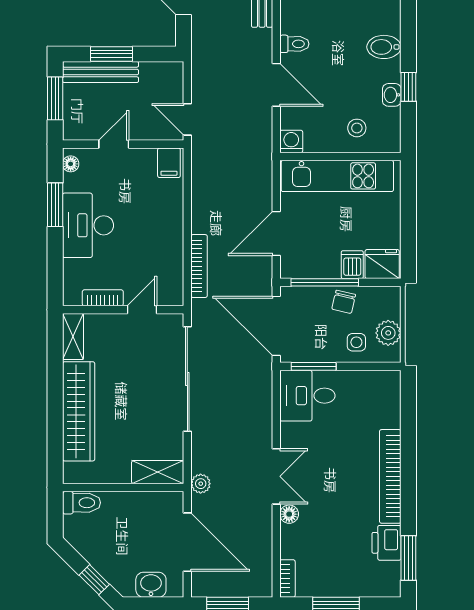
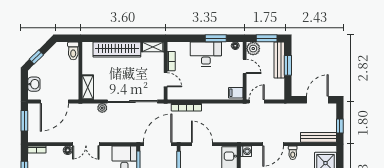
plant: (77, 126) -> (253, 49), added
plant: (201, 484) -> (102, 108), moved

